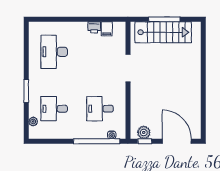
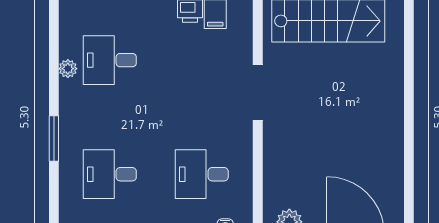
desk: (54, 52) -> (110, 60), width x0.73
plant: (33, 121) -> (68, 69), moved

